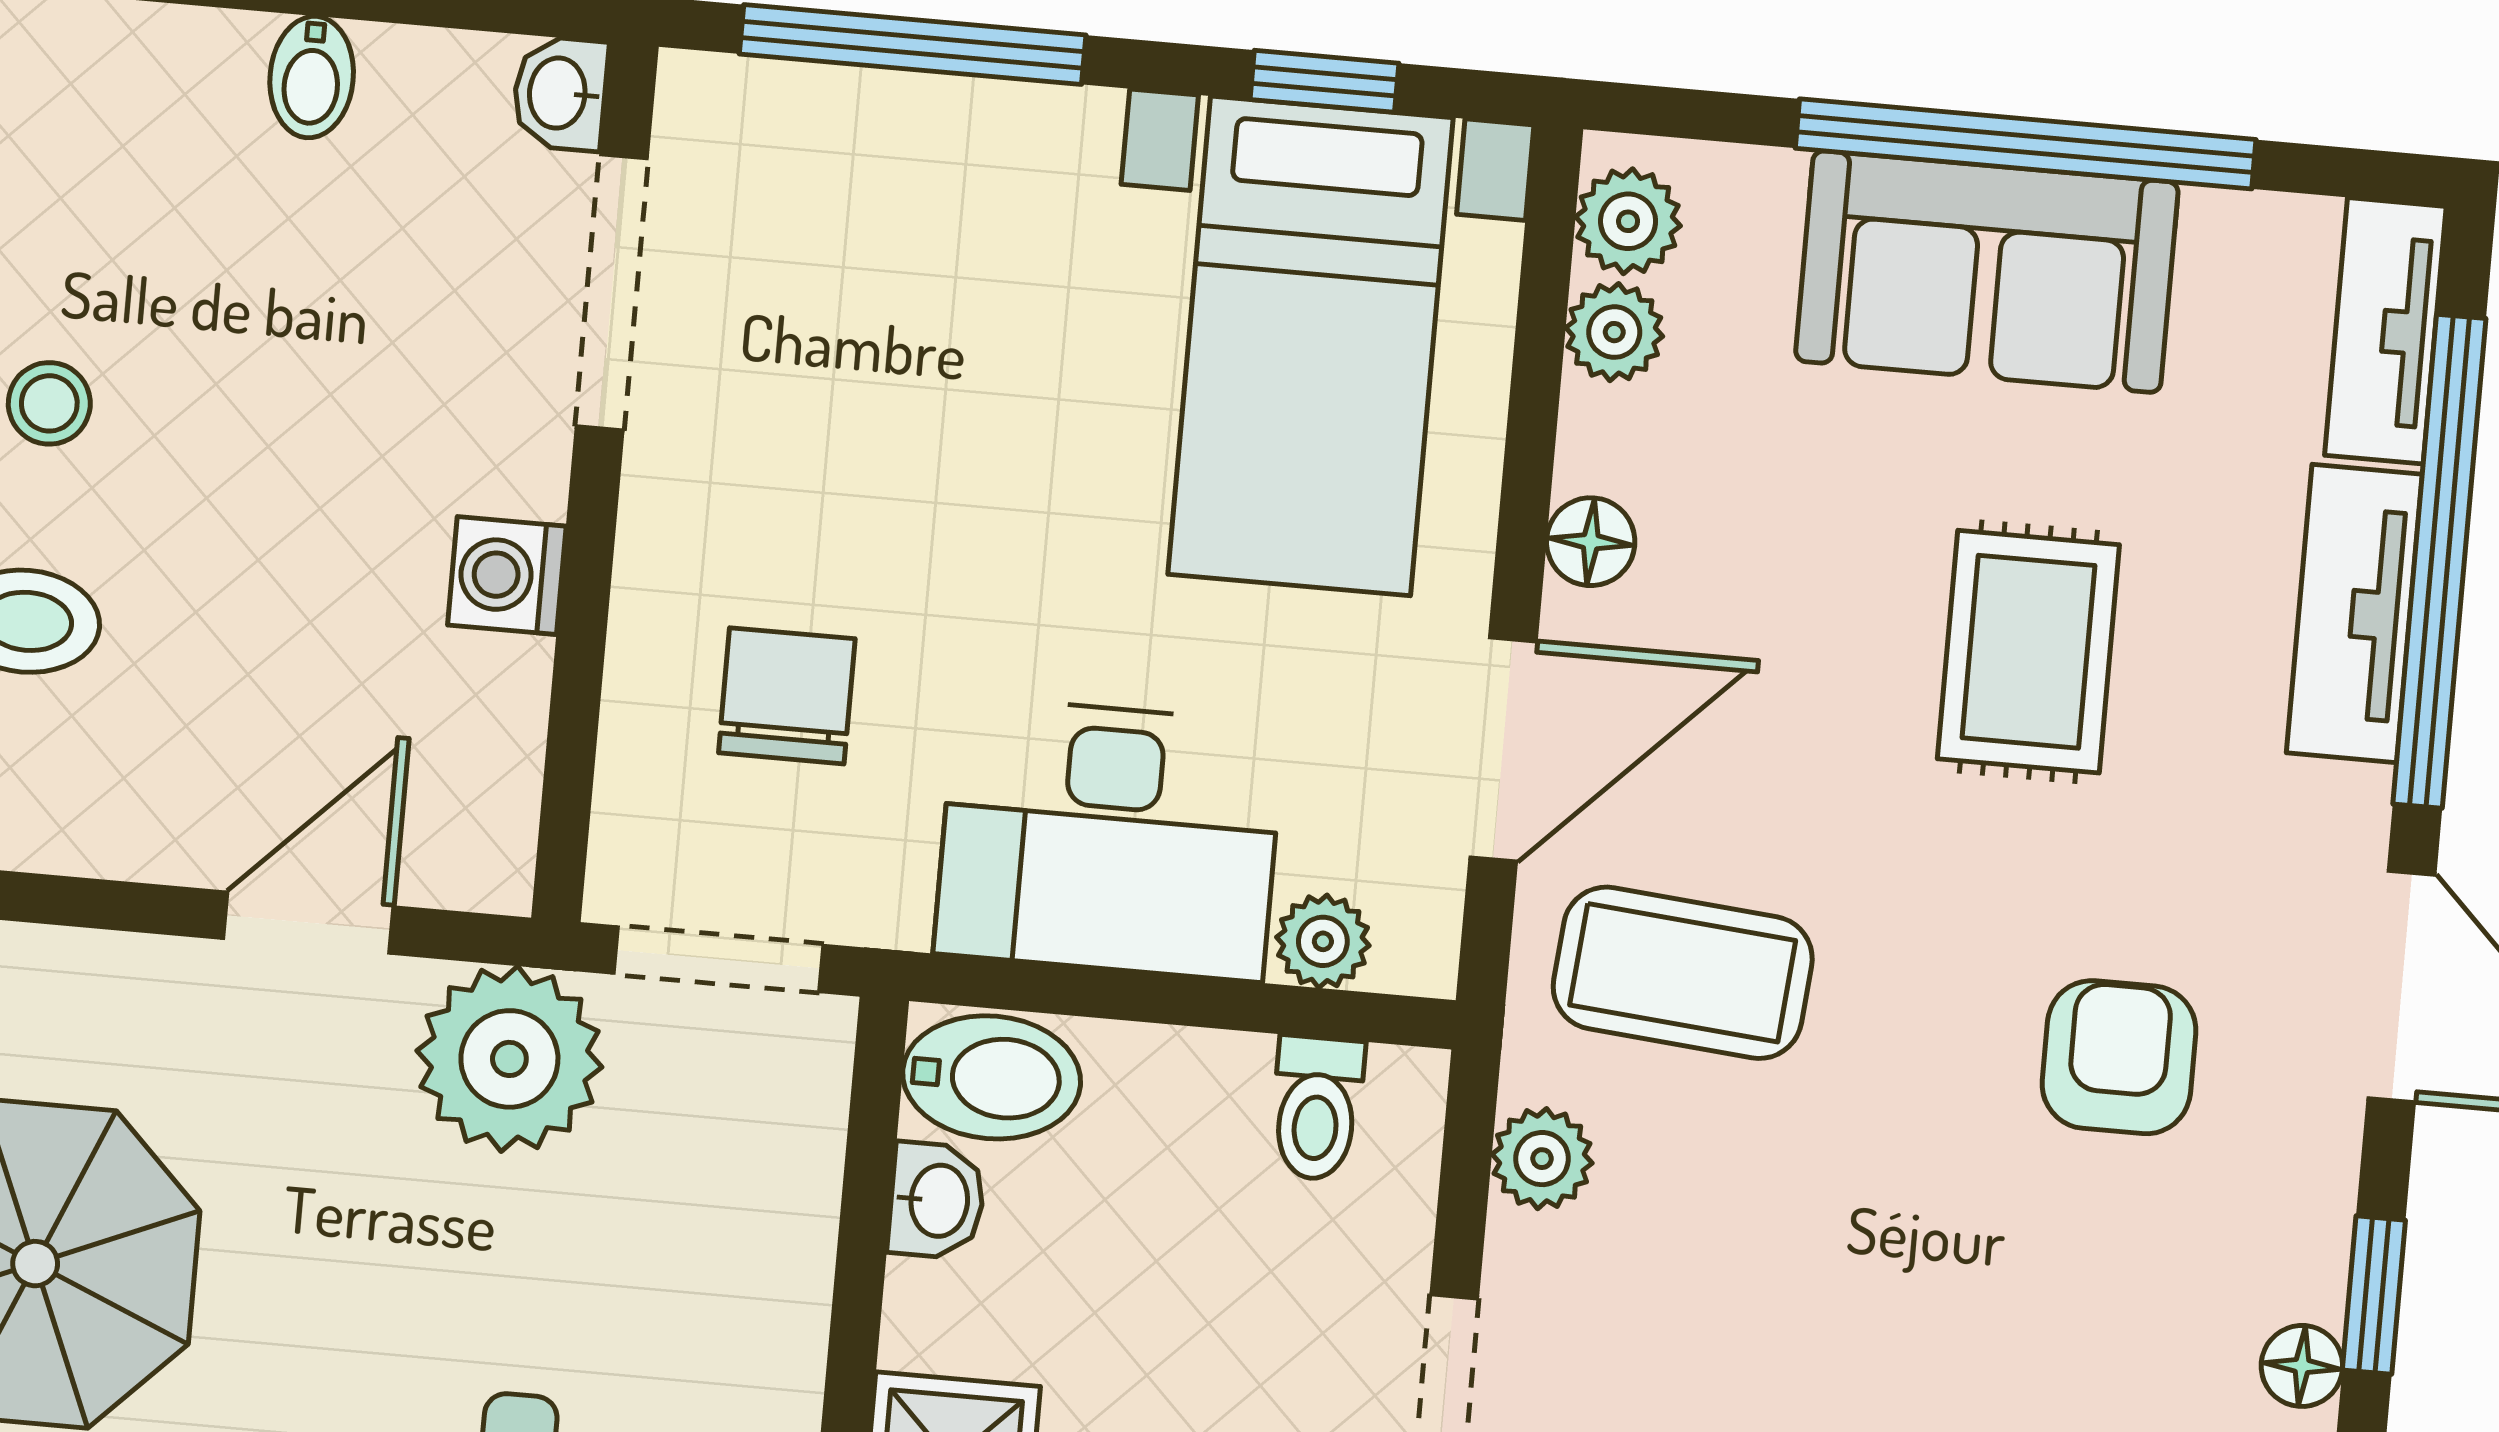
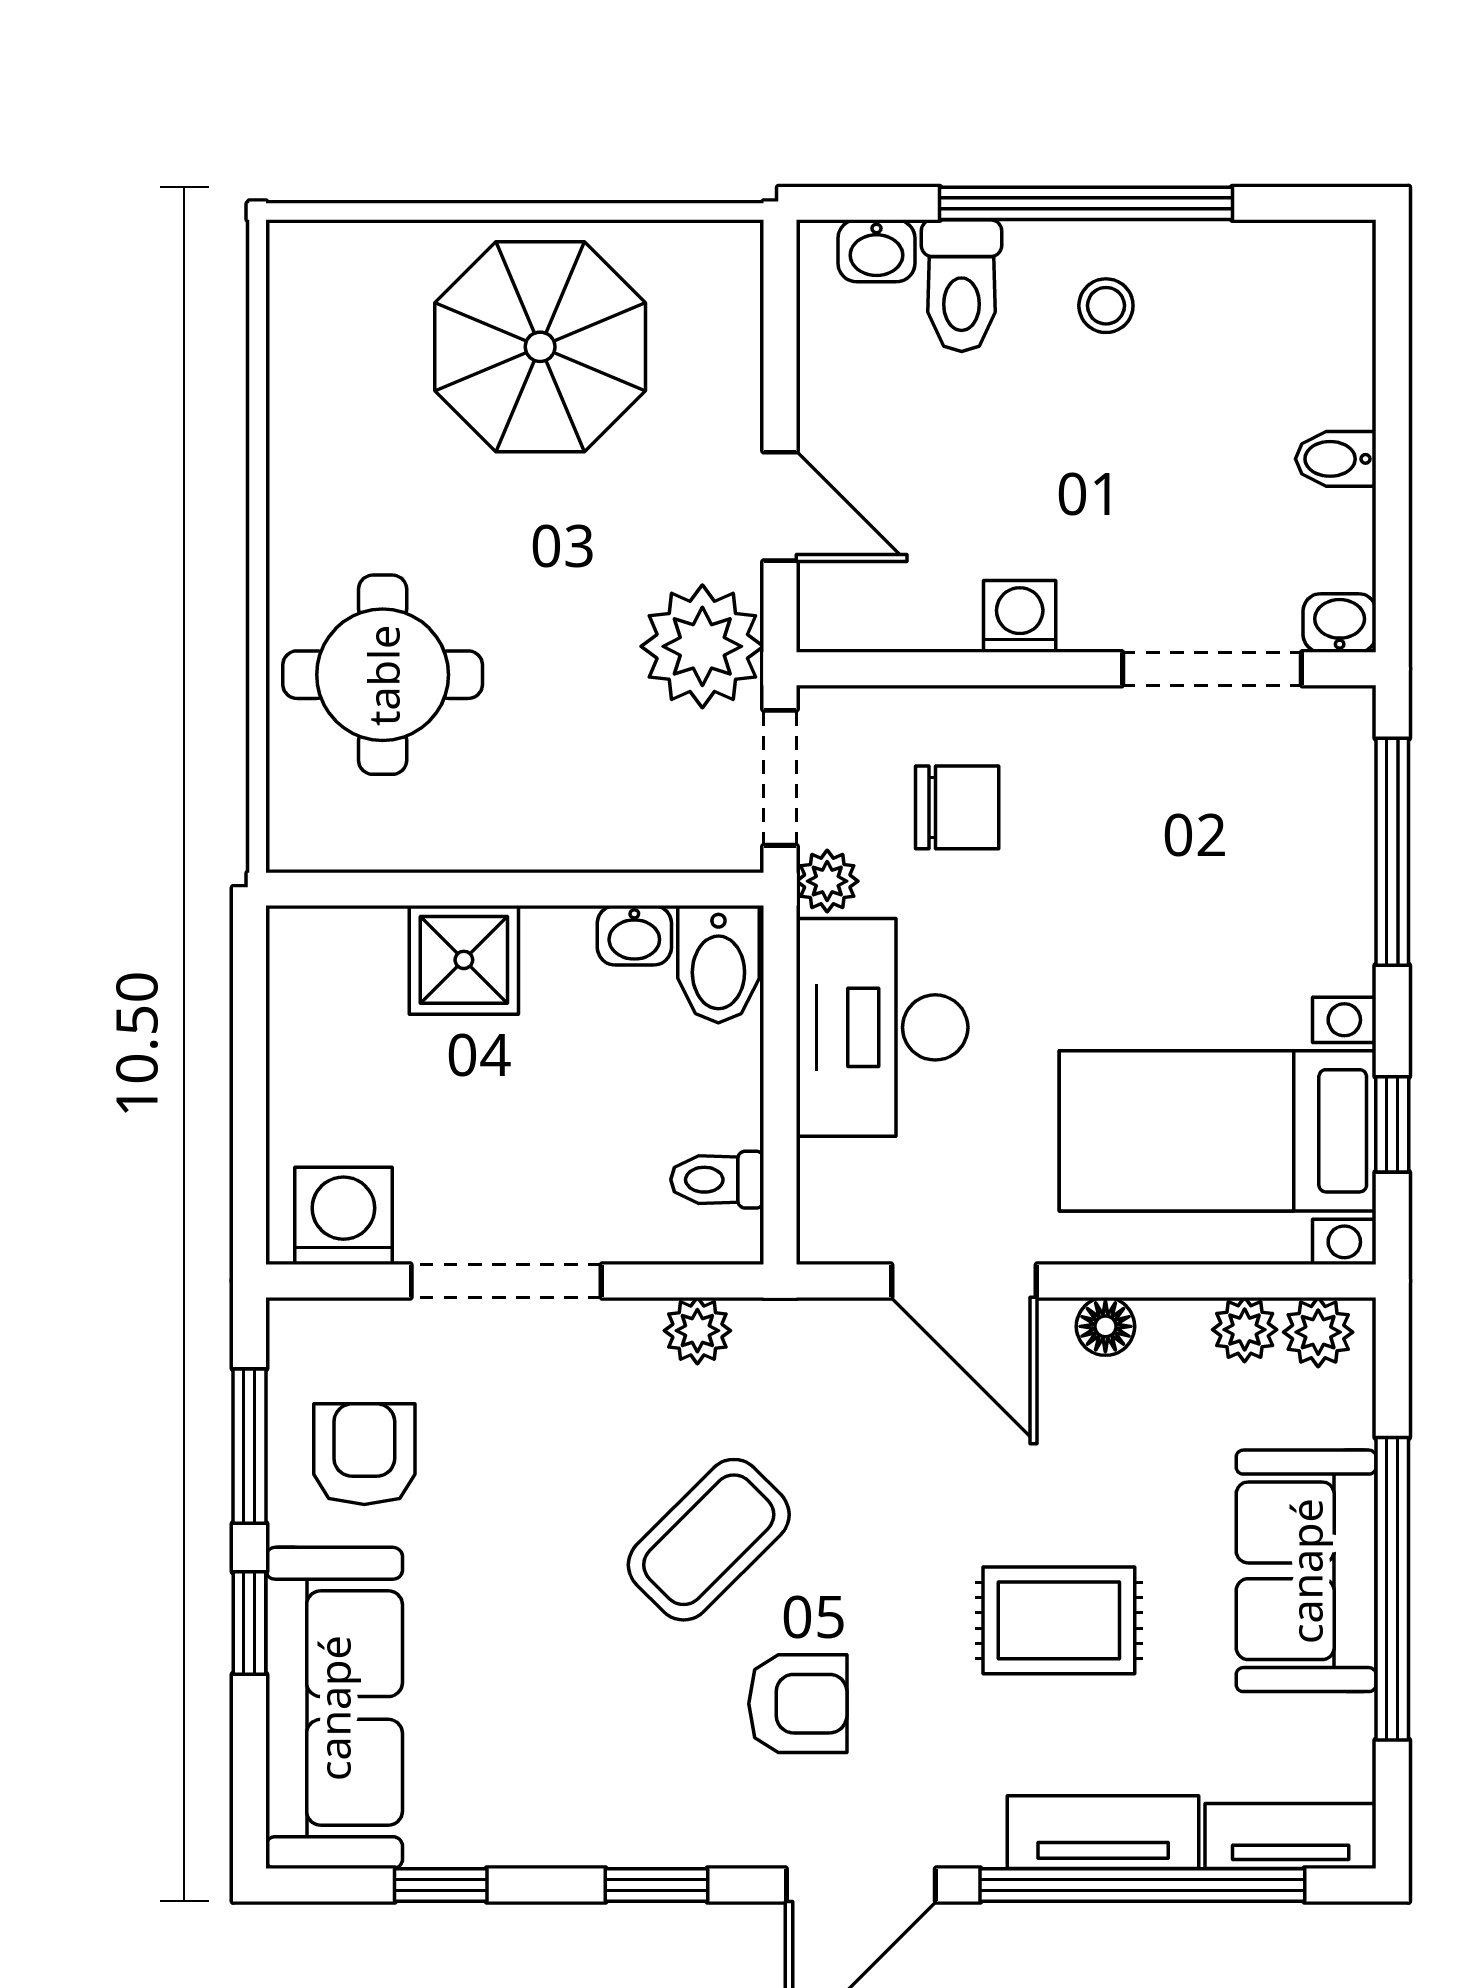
plant: (1323, 941) -> (827, 881), moved
coffee table: (1683, 973) -> (709, 1540), moved, turned 40
floor lamp: (2302, 1366) -> (606, 1842), removed

